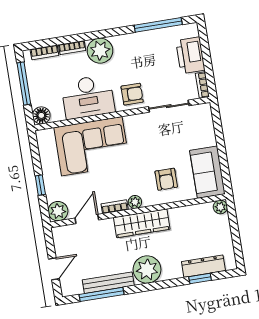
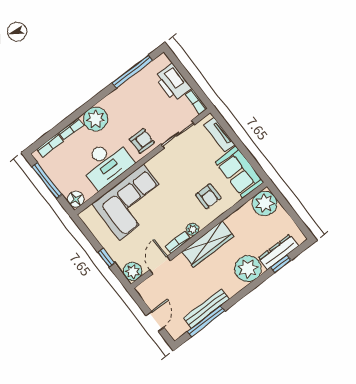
tv unit: (207, 128) -> (220, 135), added
plant: (220, 207) -> (265, 203), width x1.87, depth x1.87
plant: (147, 270) -> (248, 269), moved

